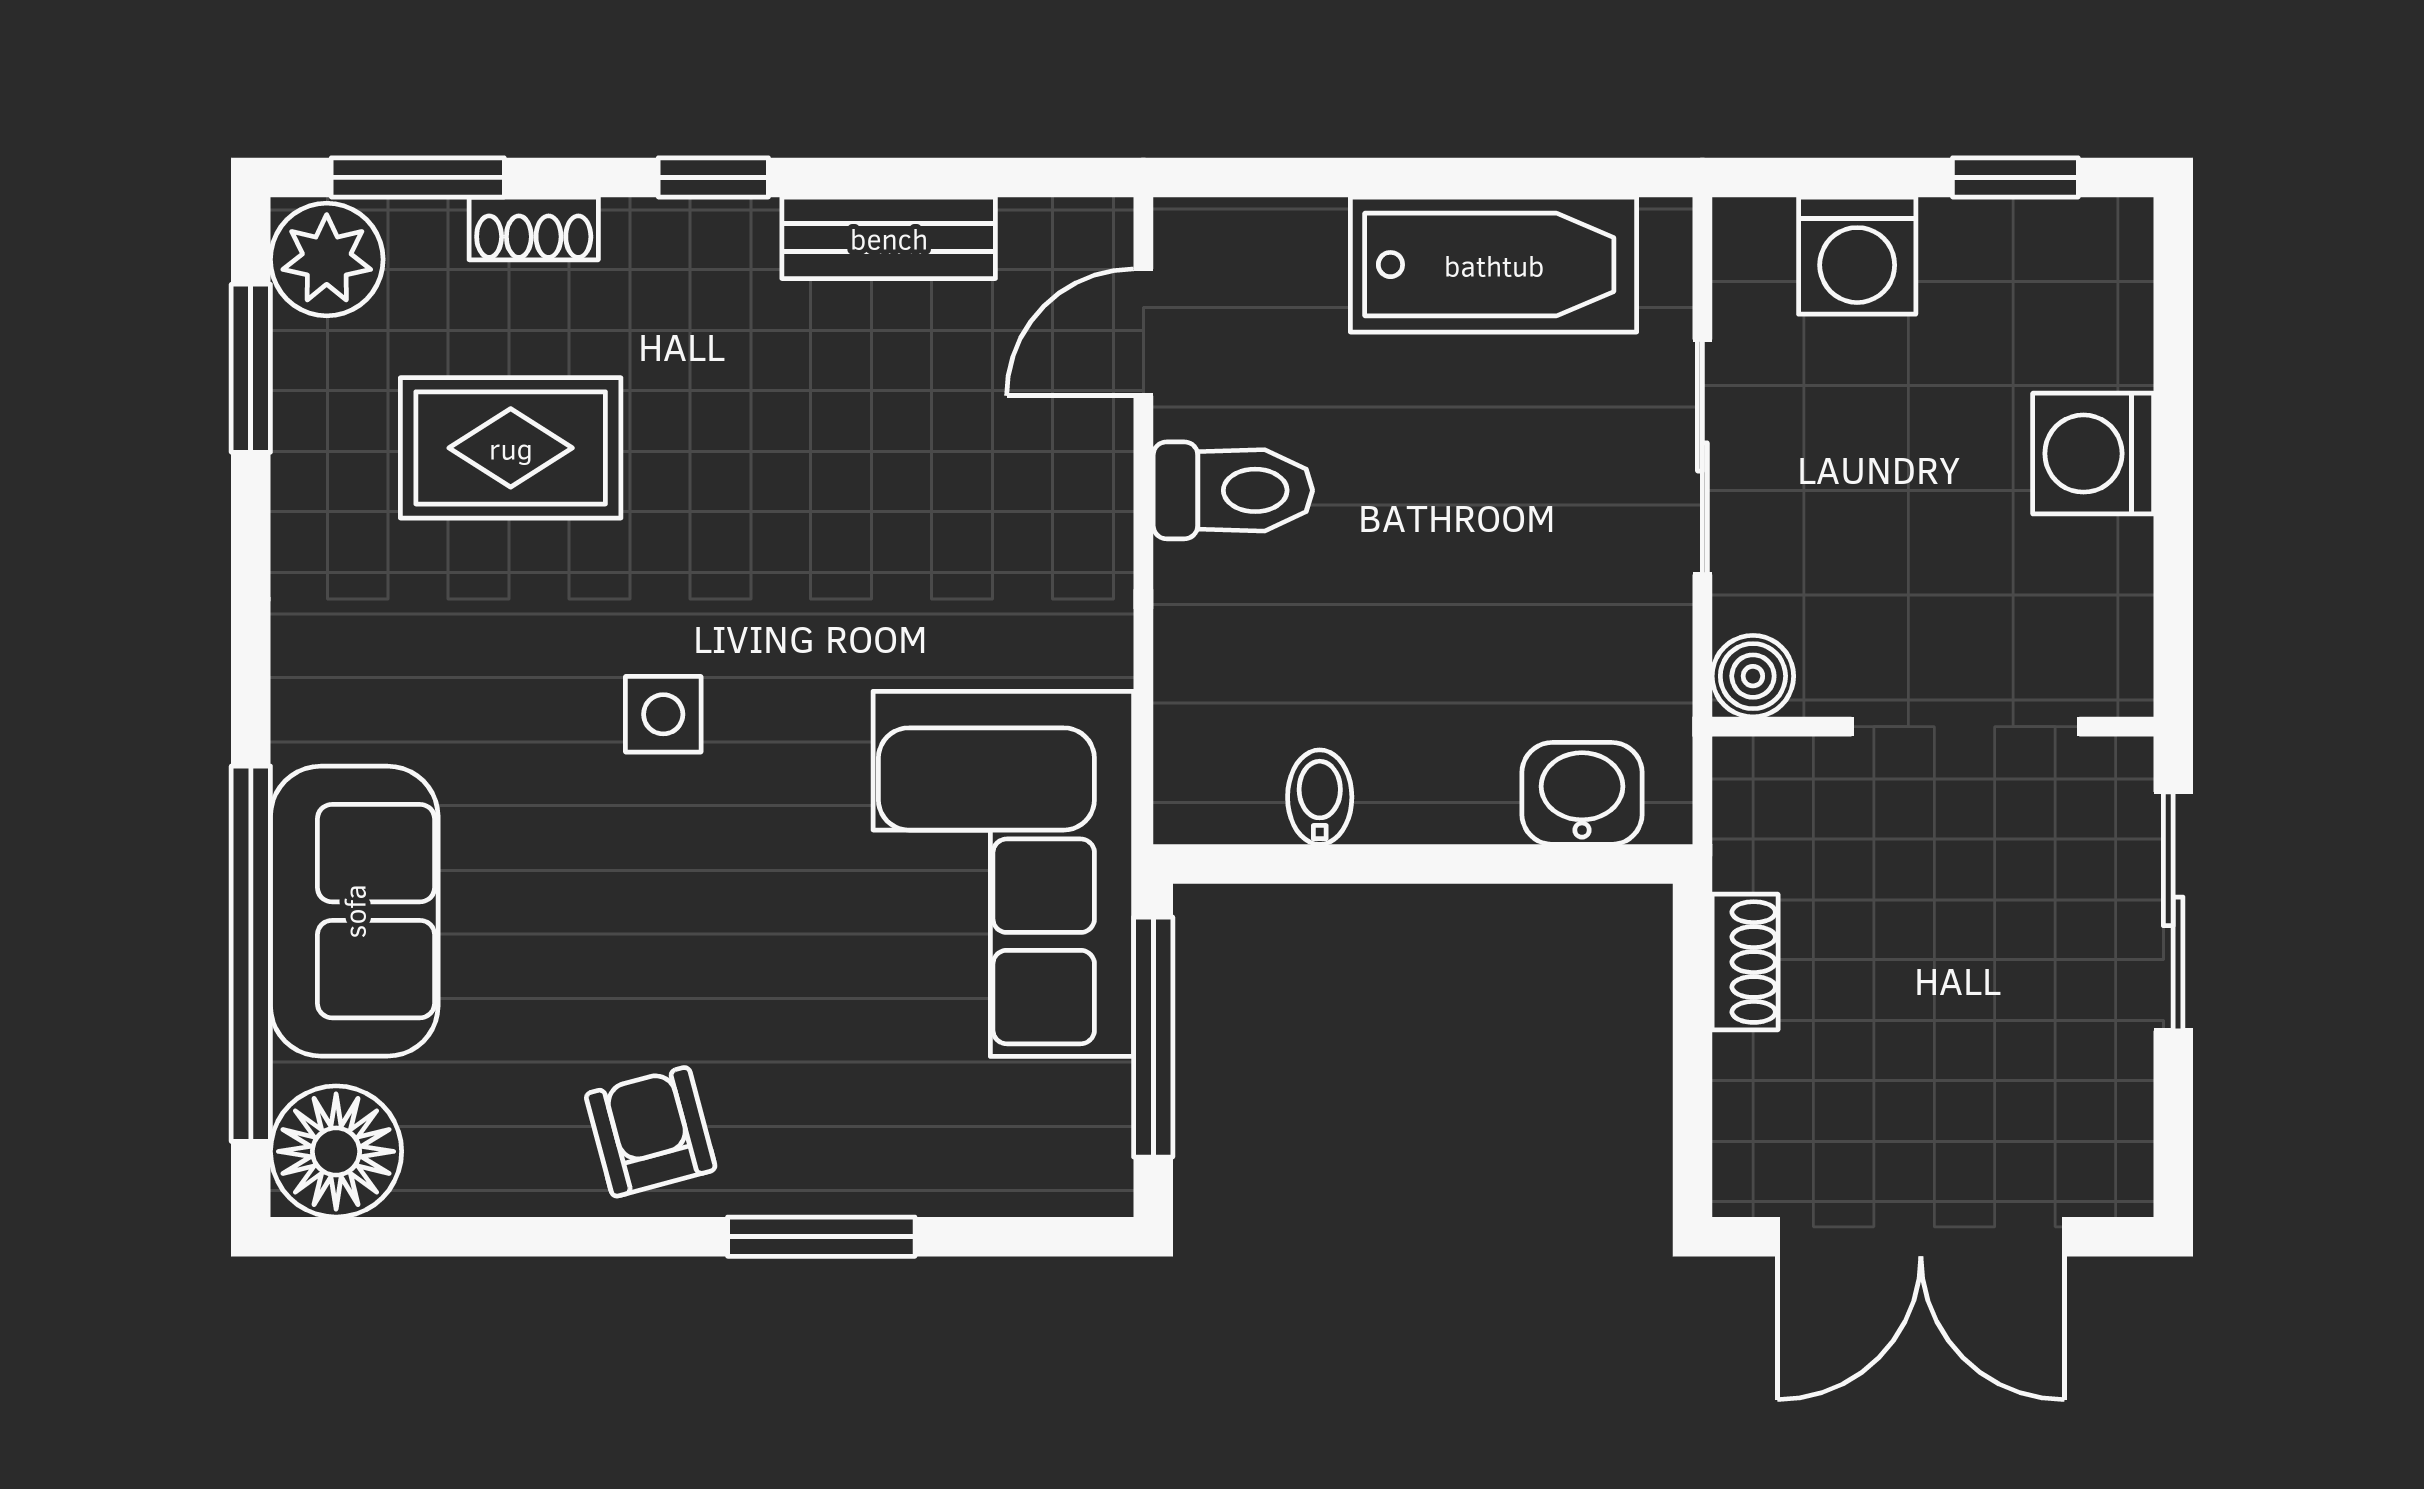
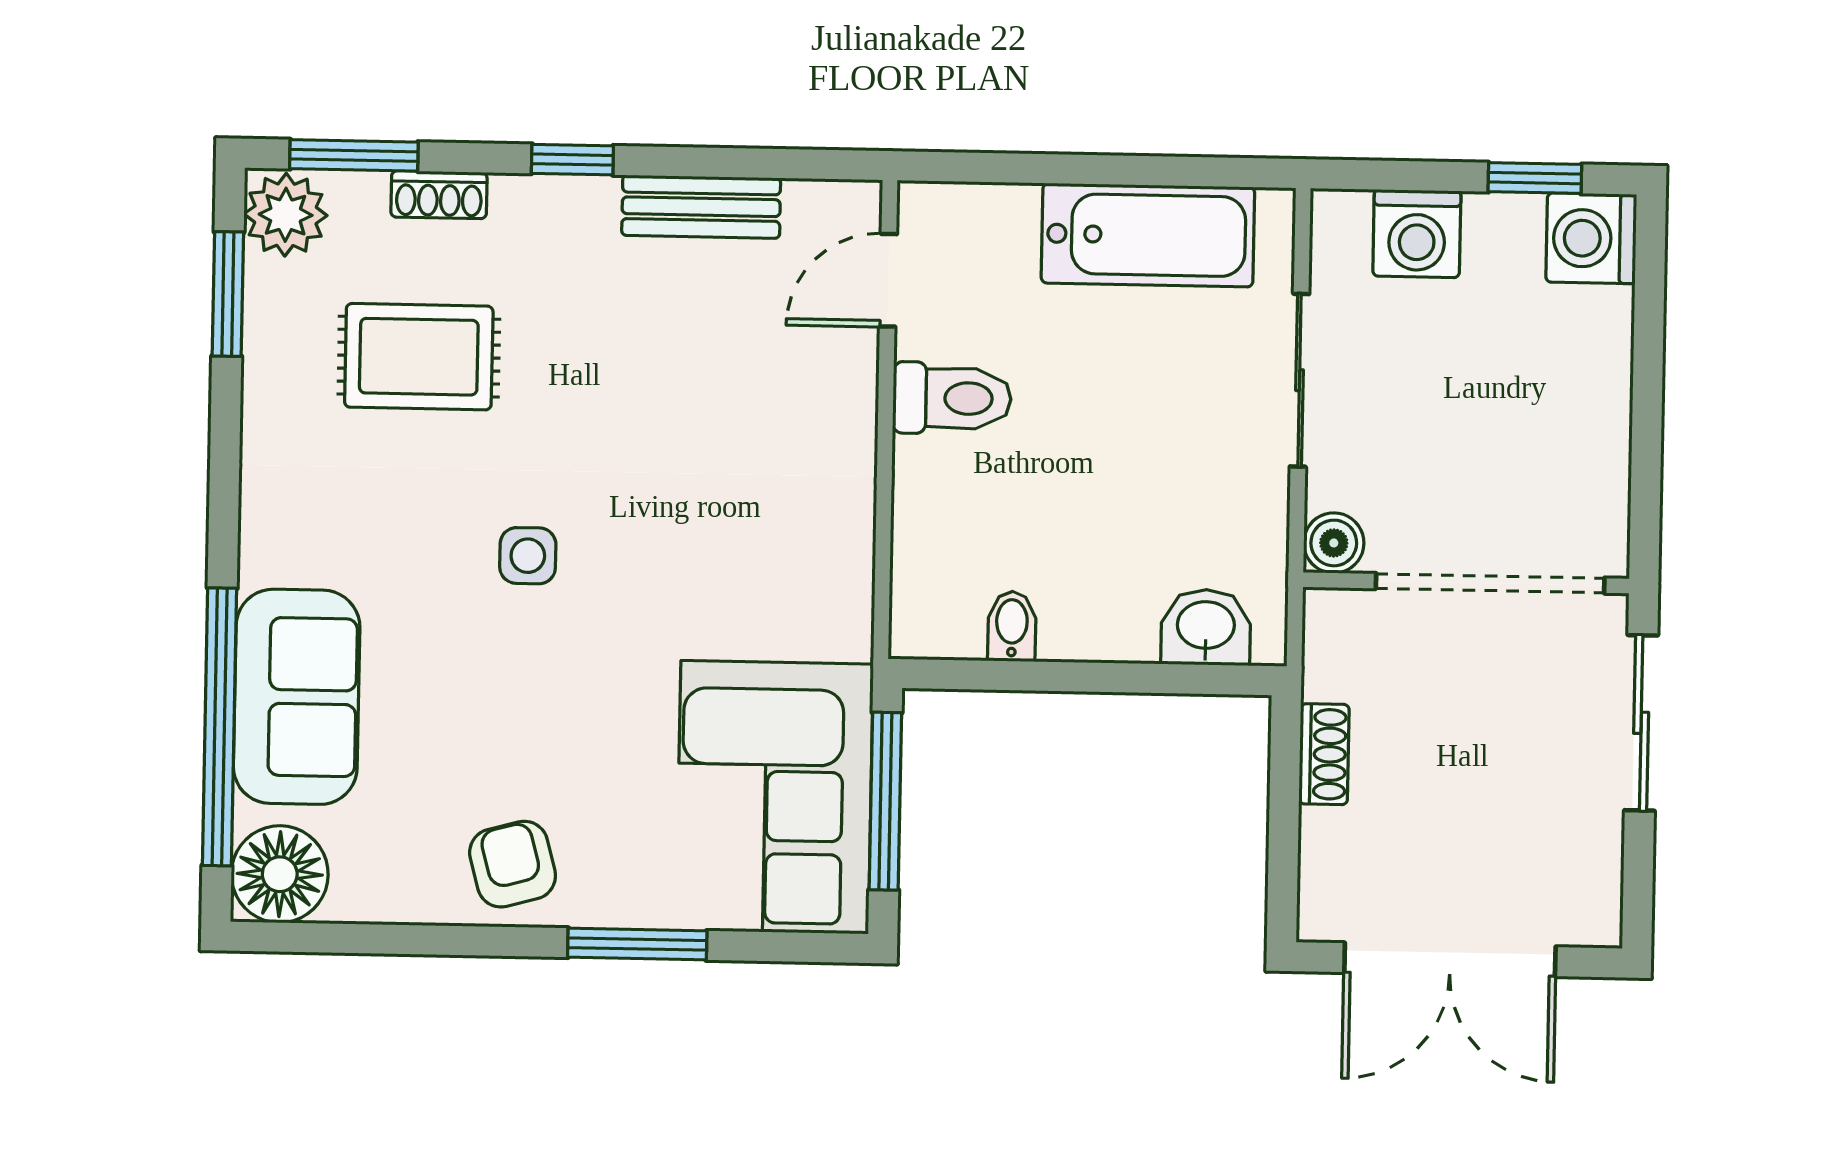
washing machine: (2093, 454) -> (1591, 238), moved
doorway: (1965, 727) -> (1490, 583), width x1.36
corner sofa: (1003, 874) -> (775, 797), moved

